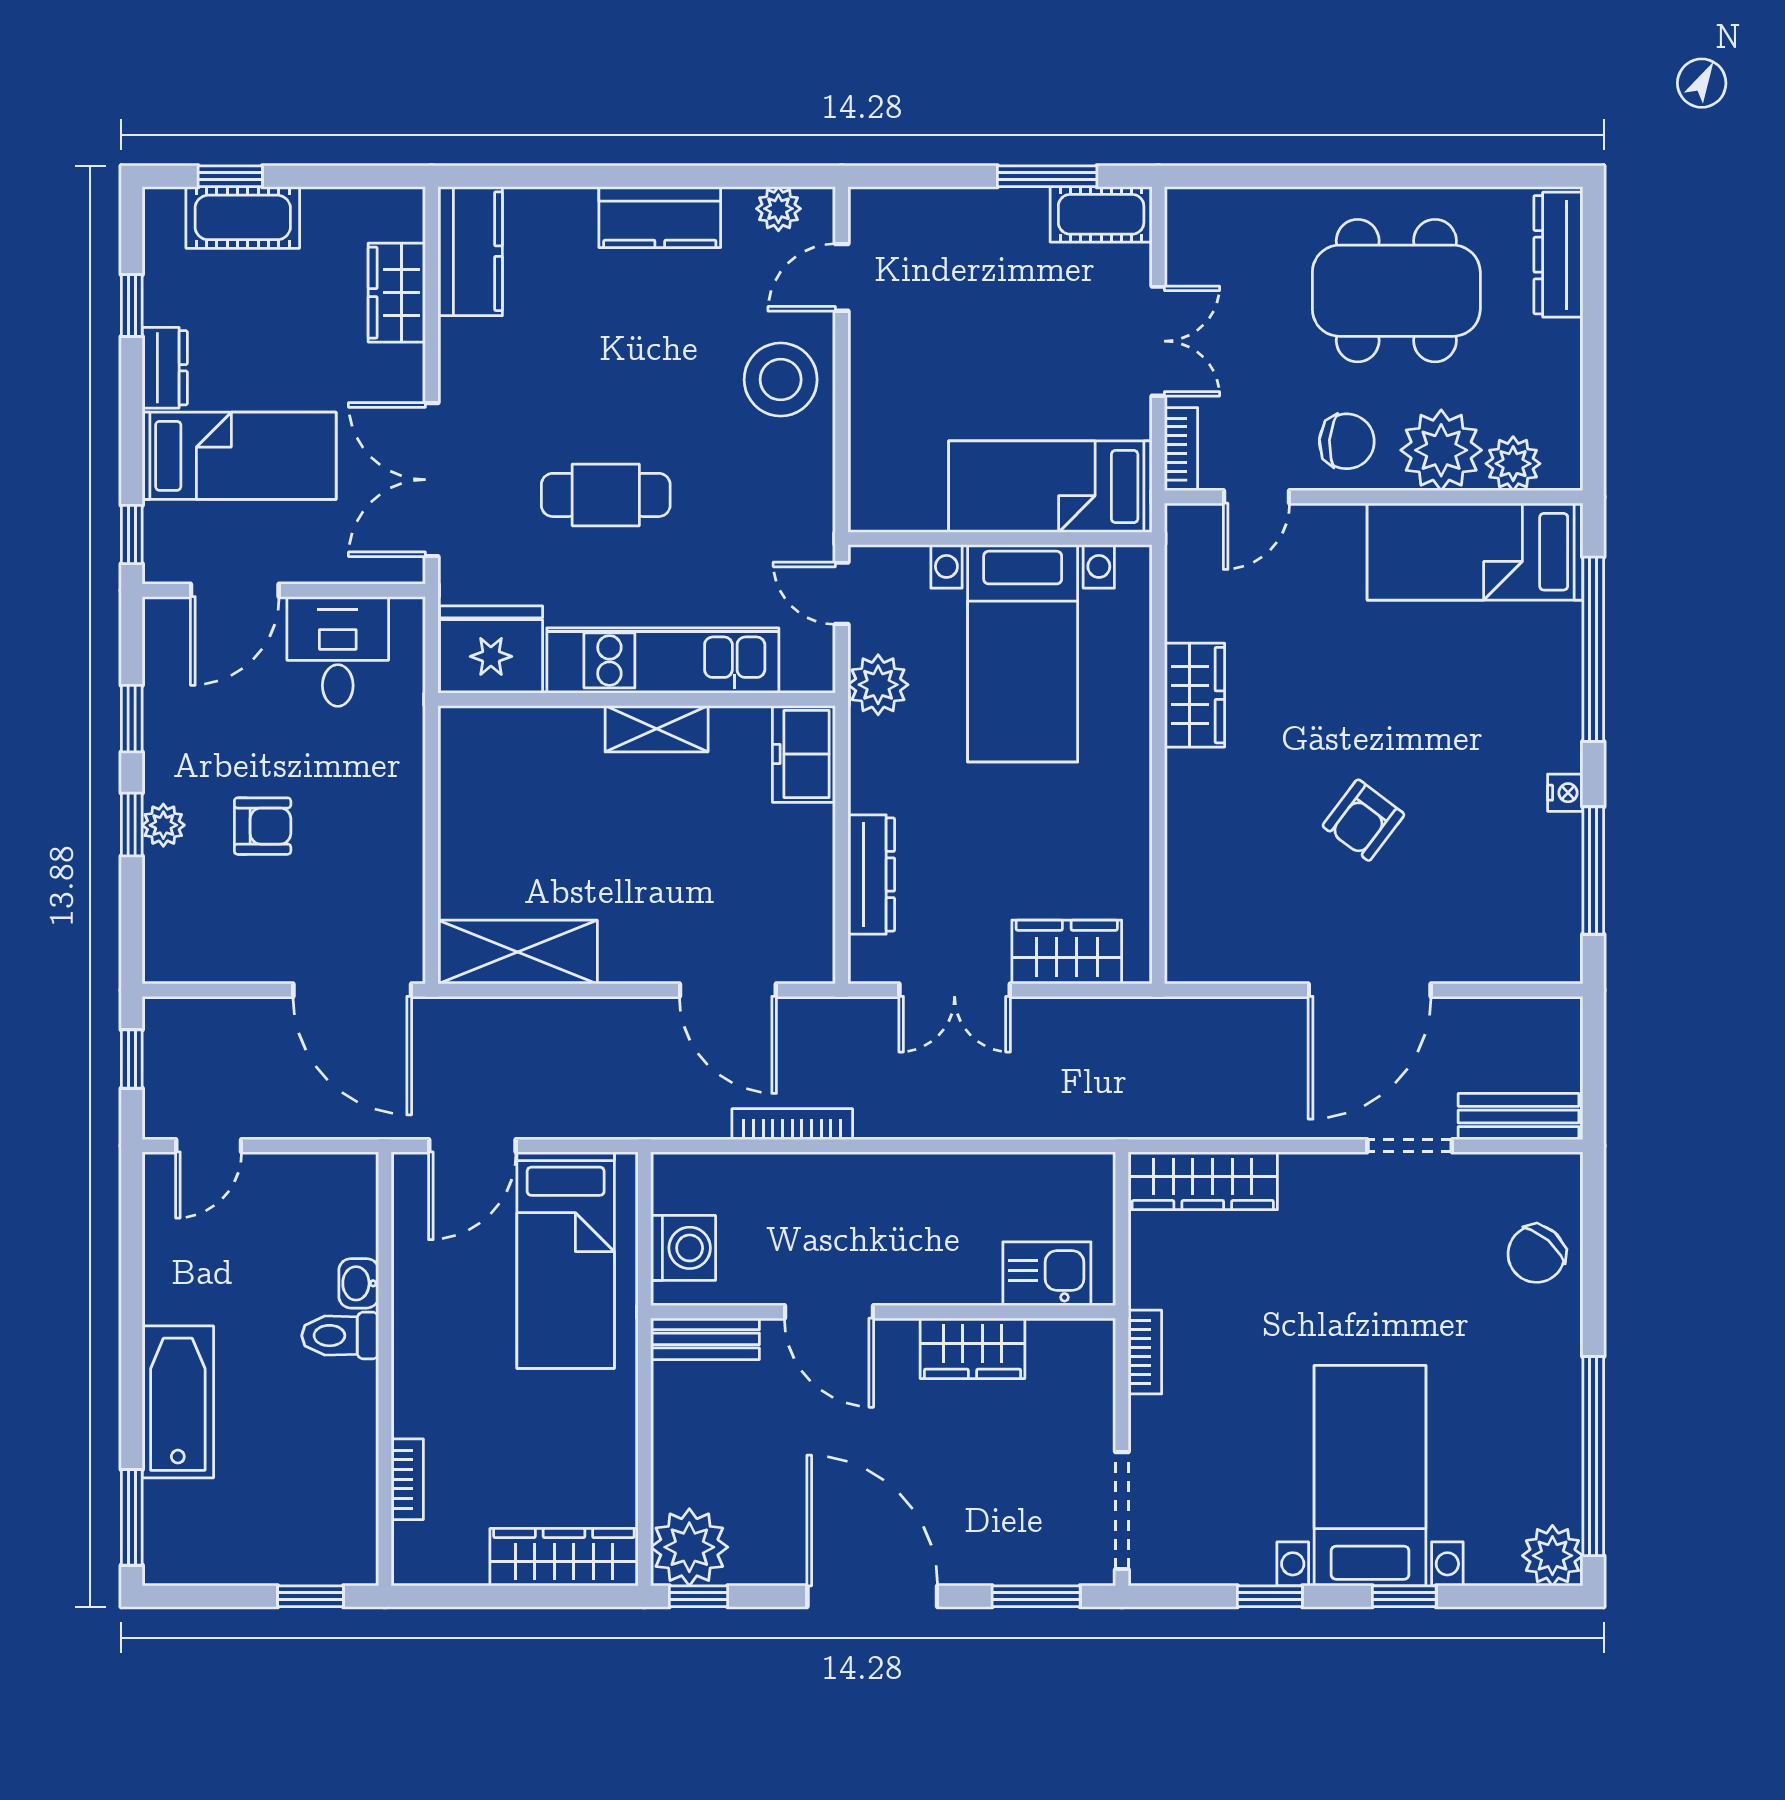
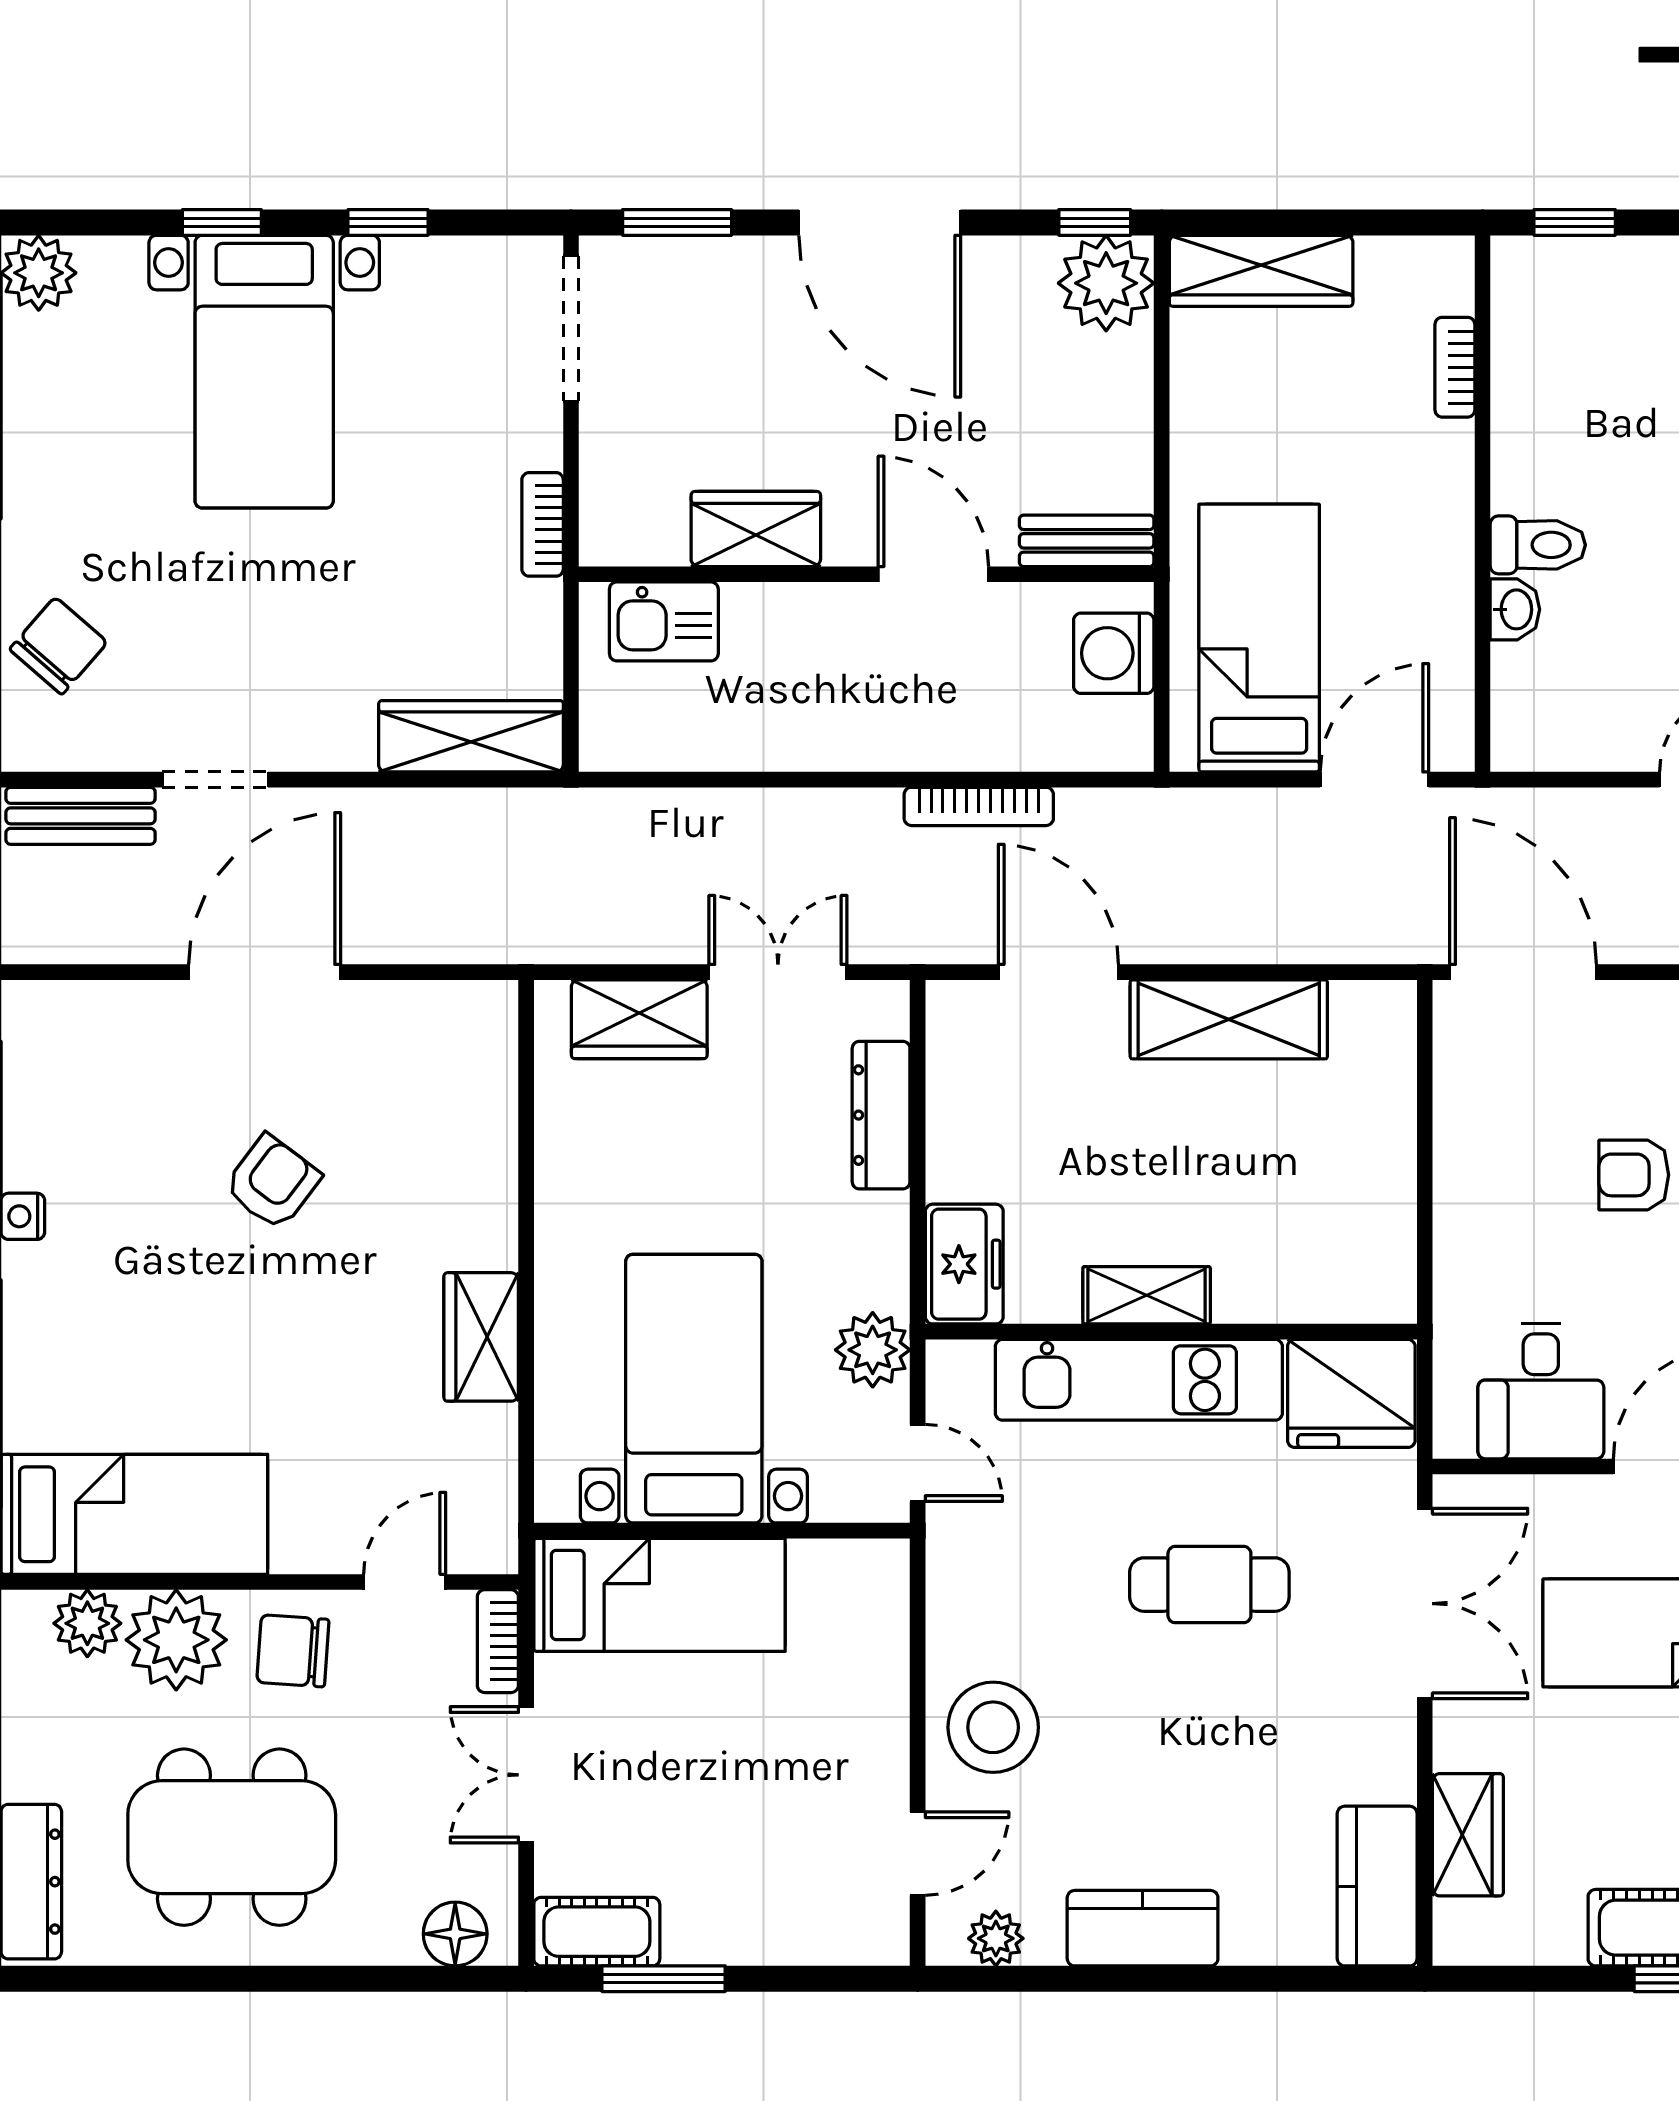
floor lamp: (1216, 212) -> (455, 1934), added
shelving: (518, 952) -> (1229, 1019), moved

